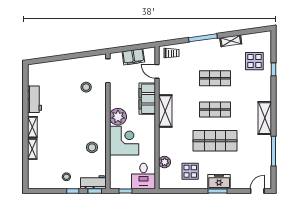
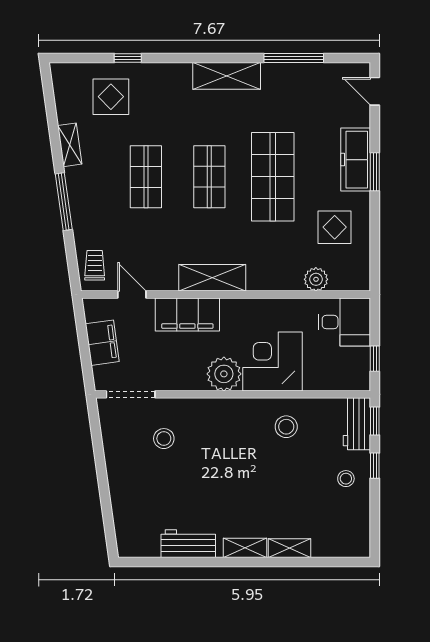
door: (157, 71) -> (132, 294), swing flipped
freezer: (219, 182) -> (356, 160), width x1.40

